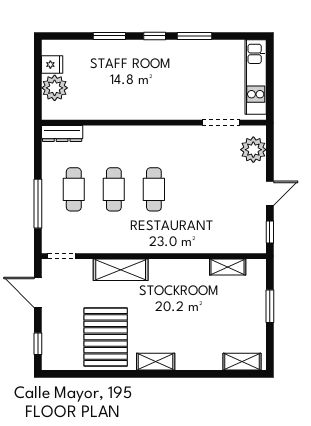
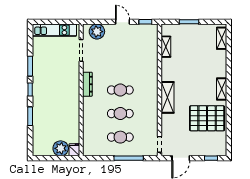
fridge: (52, 65) -> (74, 150), moved
dresser: (62, 133) -> (87, 84), moved
shelving: (121, 270) -> (167, 97), moved

